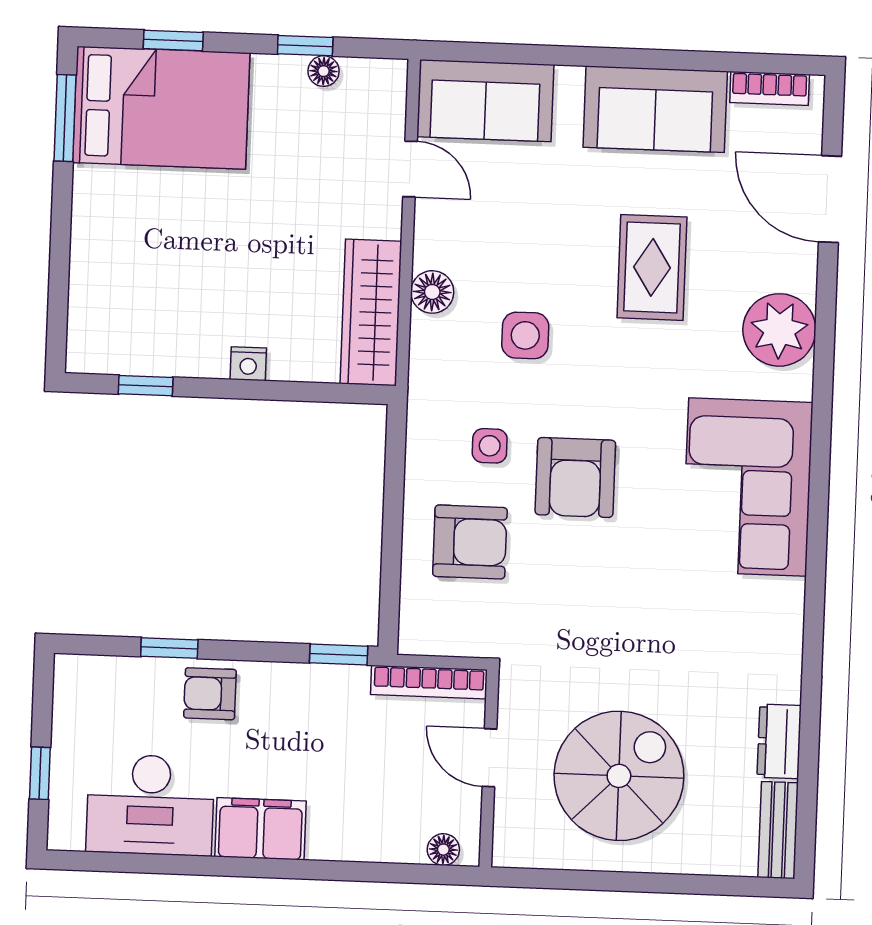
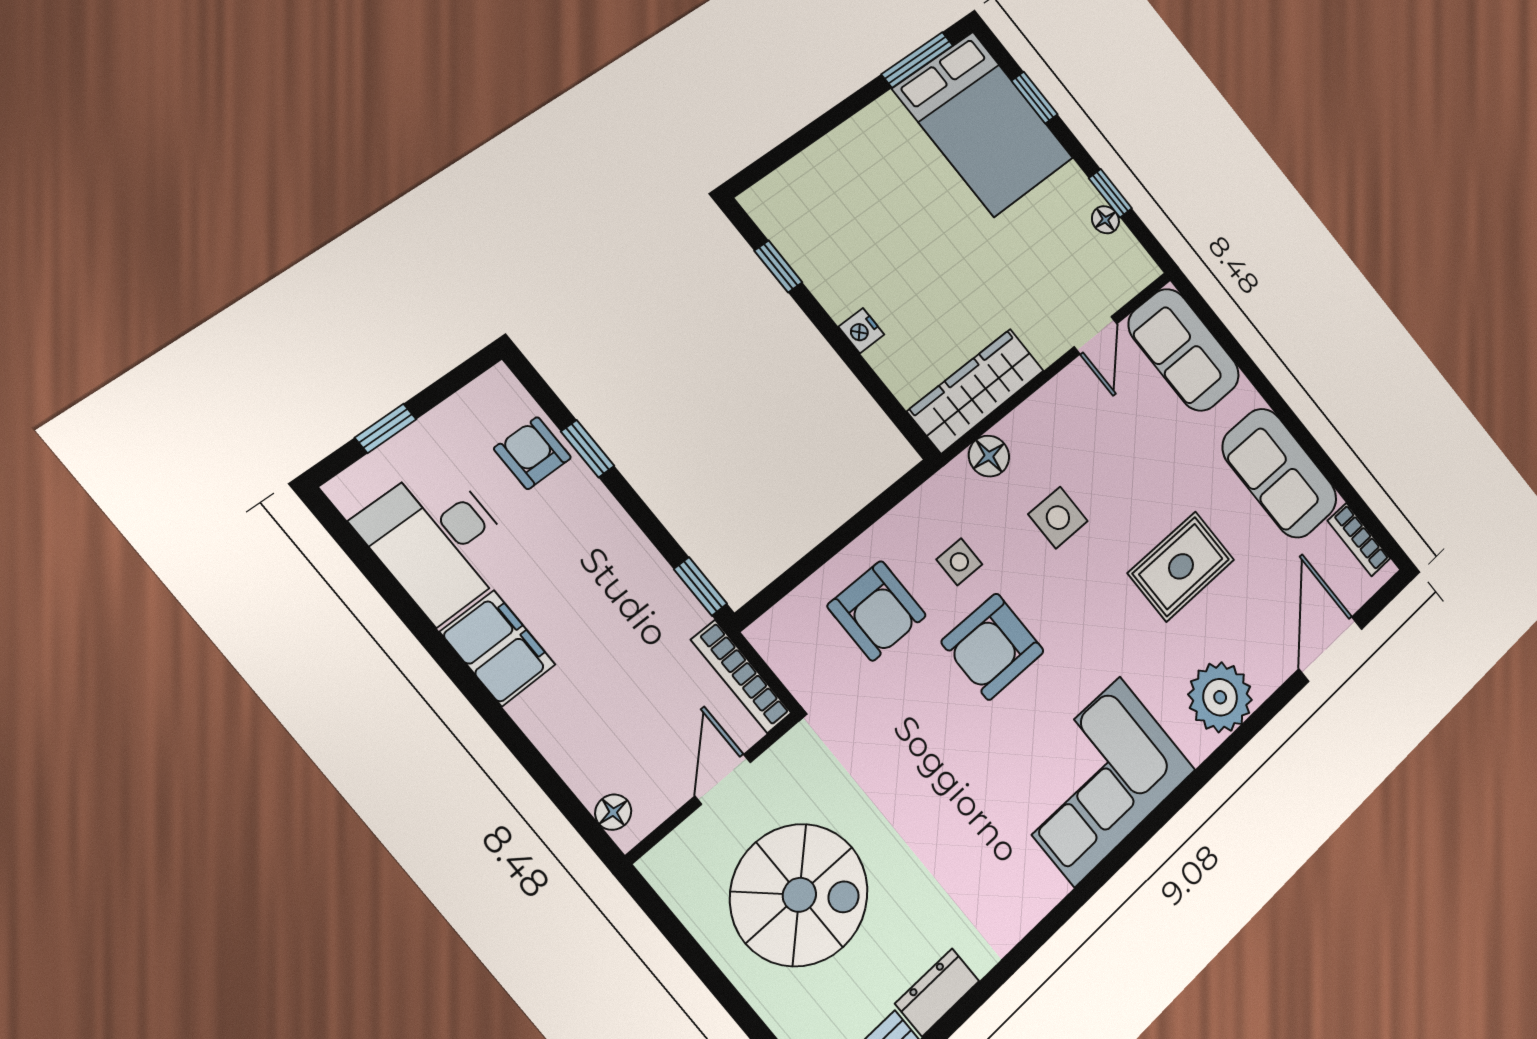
floor lamp: (432, 292) -> (989, 456), moved
armchair: (210, 694) -> (533, 453), moved

